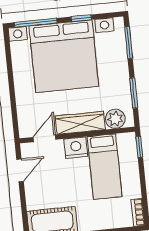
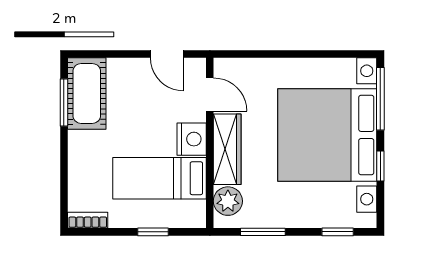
window: (129, 43) -> (338, 232), width x0.67
window: (139, 147) -> (153, 232), moved

